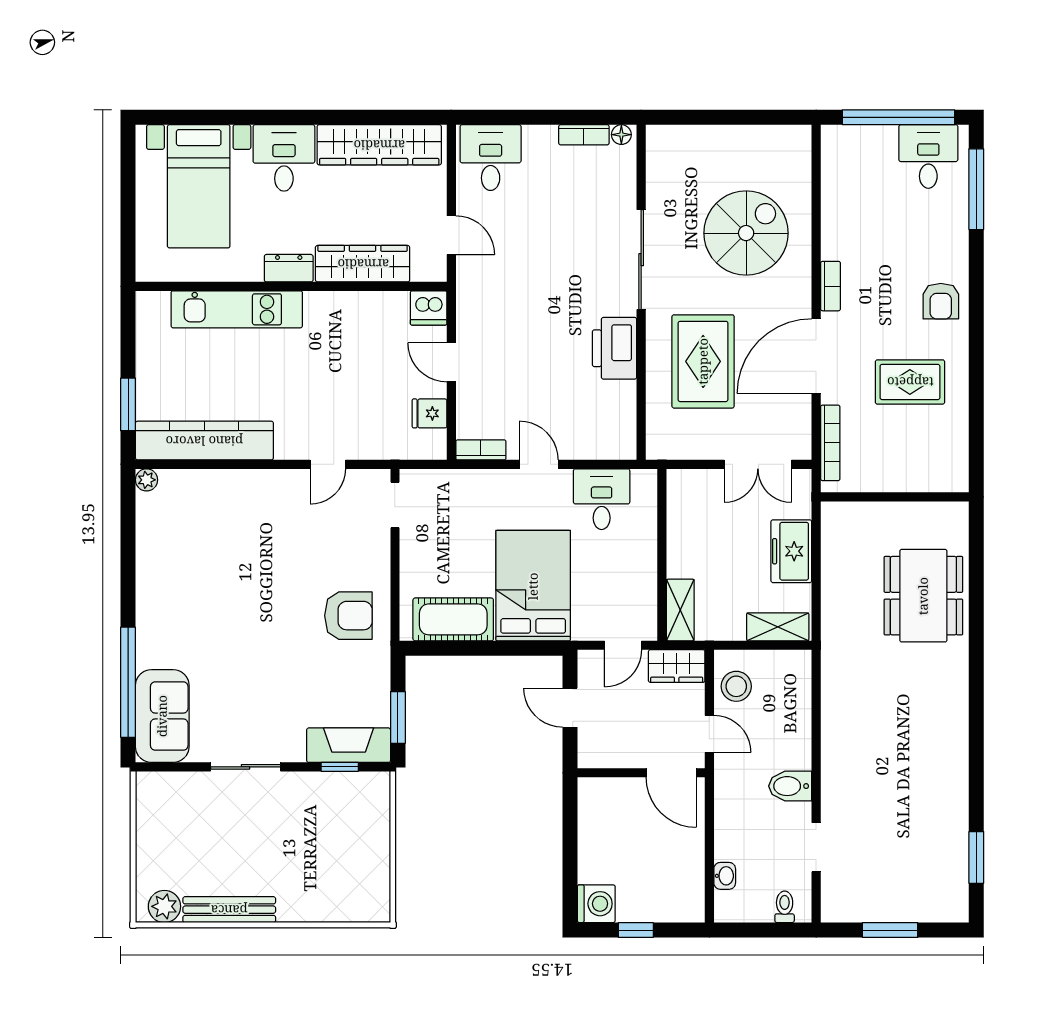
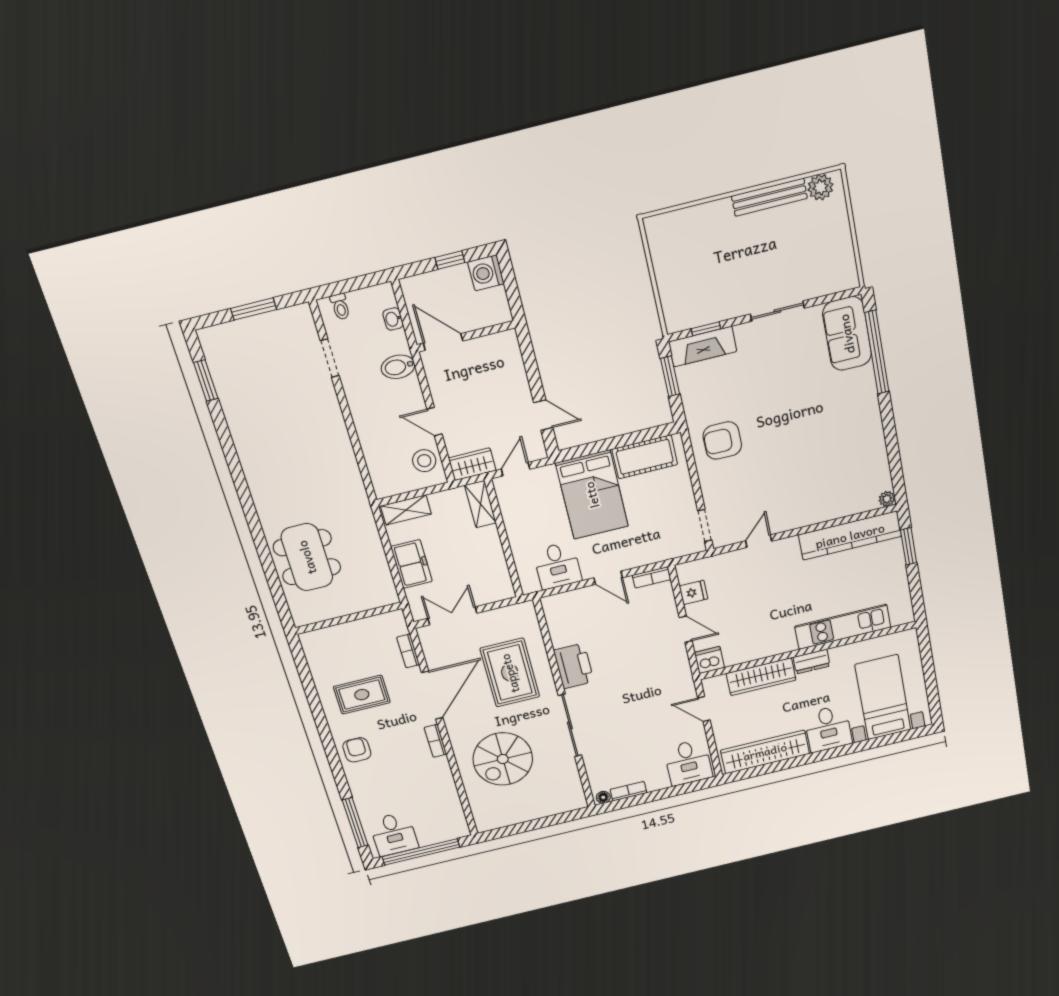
bookcase: (830, 443) -> (408, 651), width x0.64
wall: (641, 773) -> (466, 336), moved
door: (671, 773) -> (443, 342), moved
bidet: (790, 786) -> (398, 367), moved, turned 180

